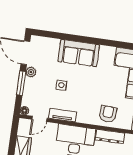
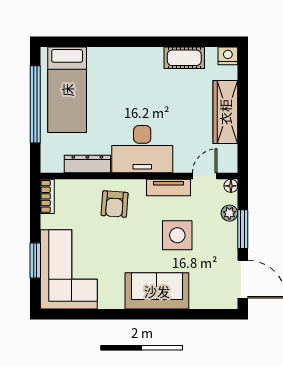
plant: (31, 72) -> (229, 213), moved
side table: (61, 85) -> (177, 235), width x1.87, depth x1.87
armchair: (108, 114) -> (115, 204), moved

